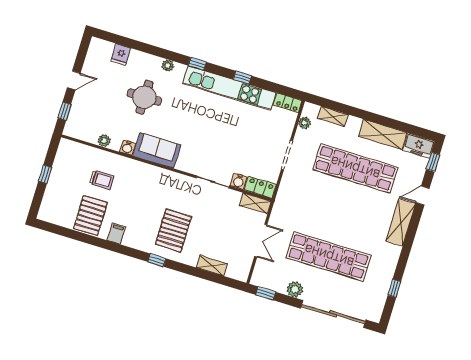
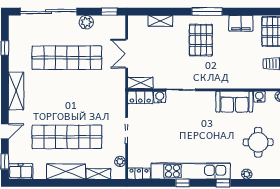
shelving: (383, 134) -> (66, 172), moved
shelving: (401, 223) -> (16, 91), moved
filing cabinet: (116, 234) -> (241, 23), width x2.00
window: (157, 260) -> (207, 12), width x2.17

